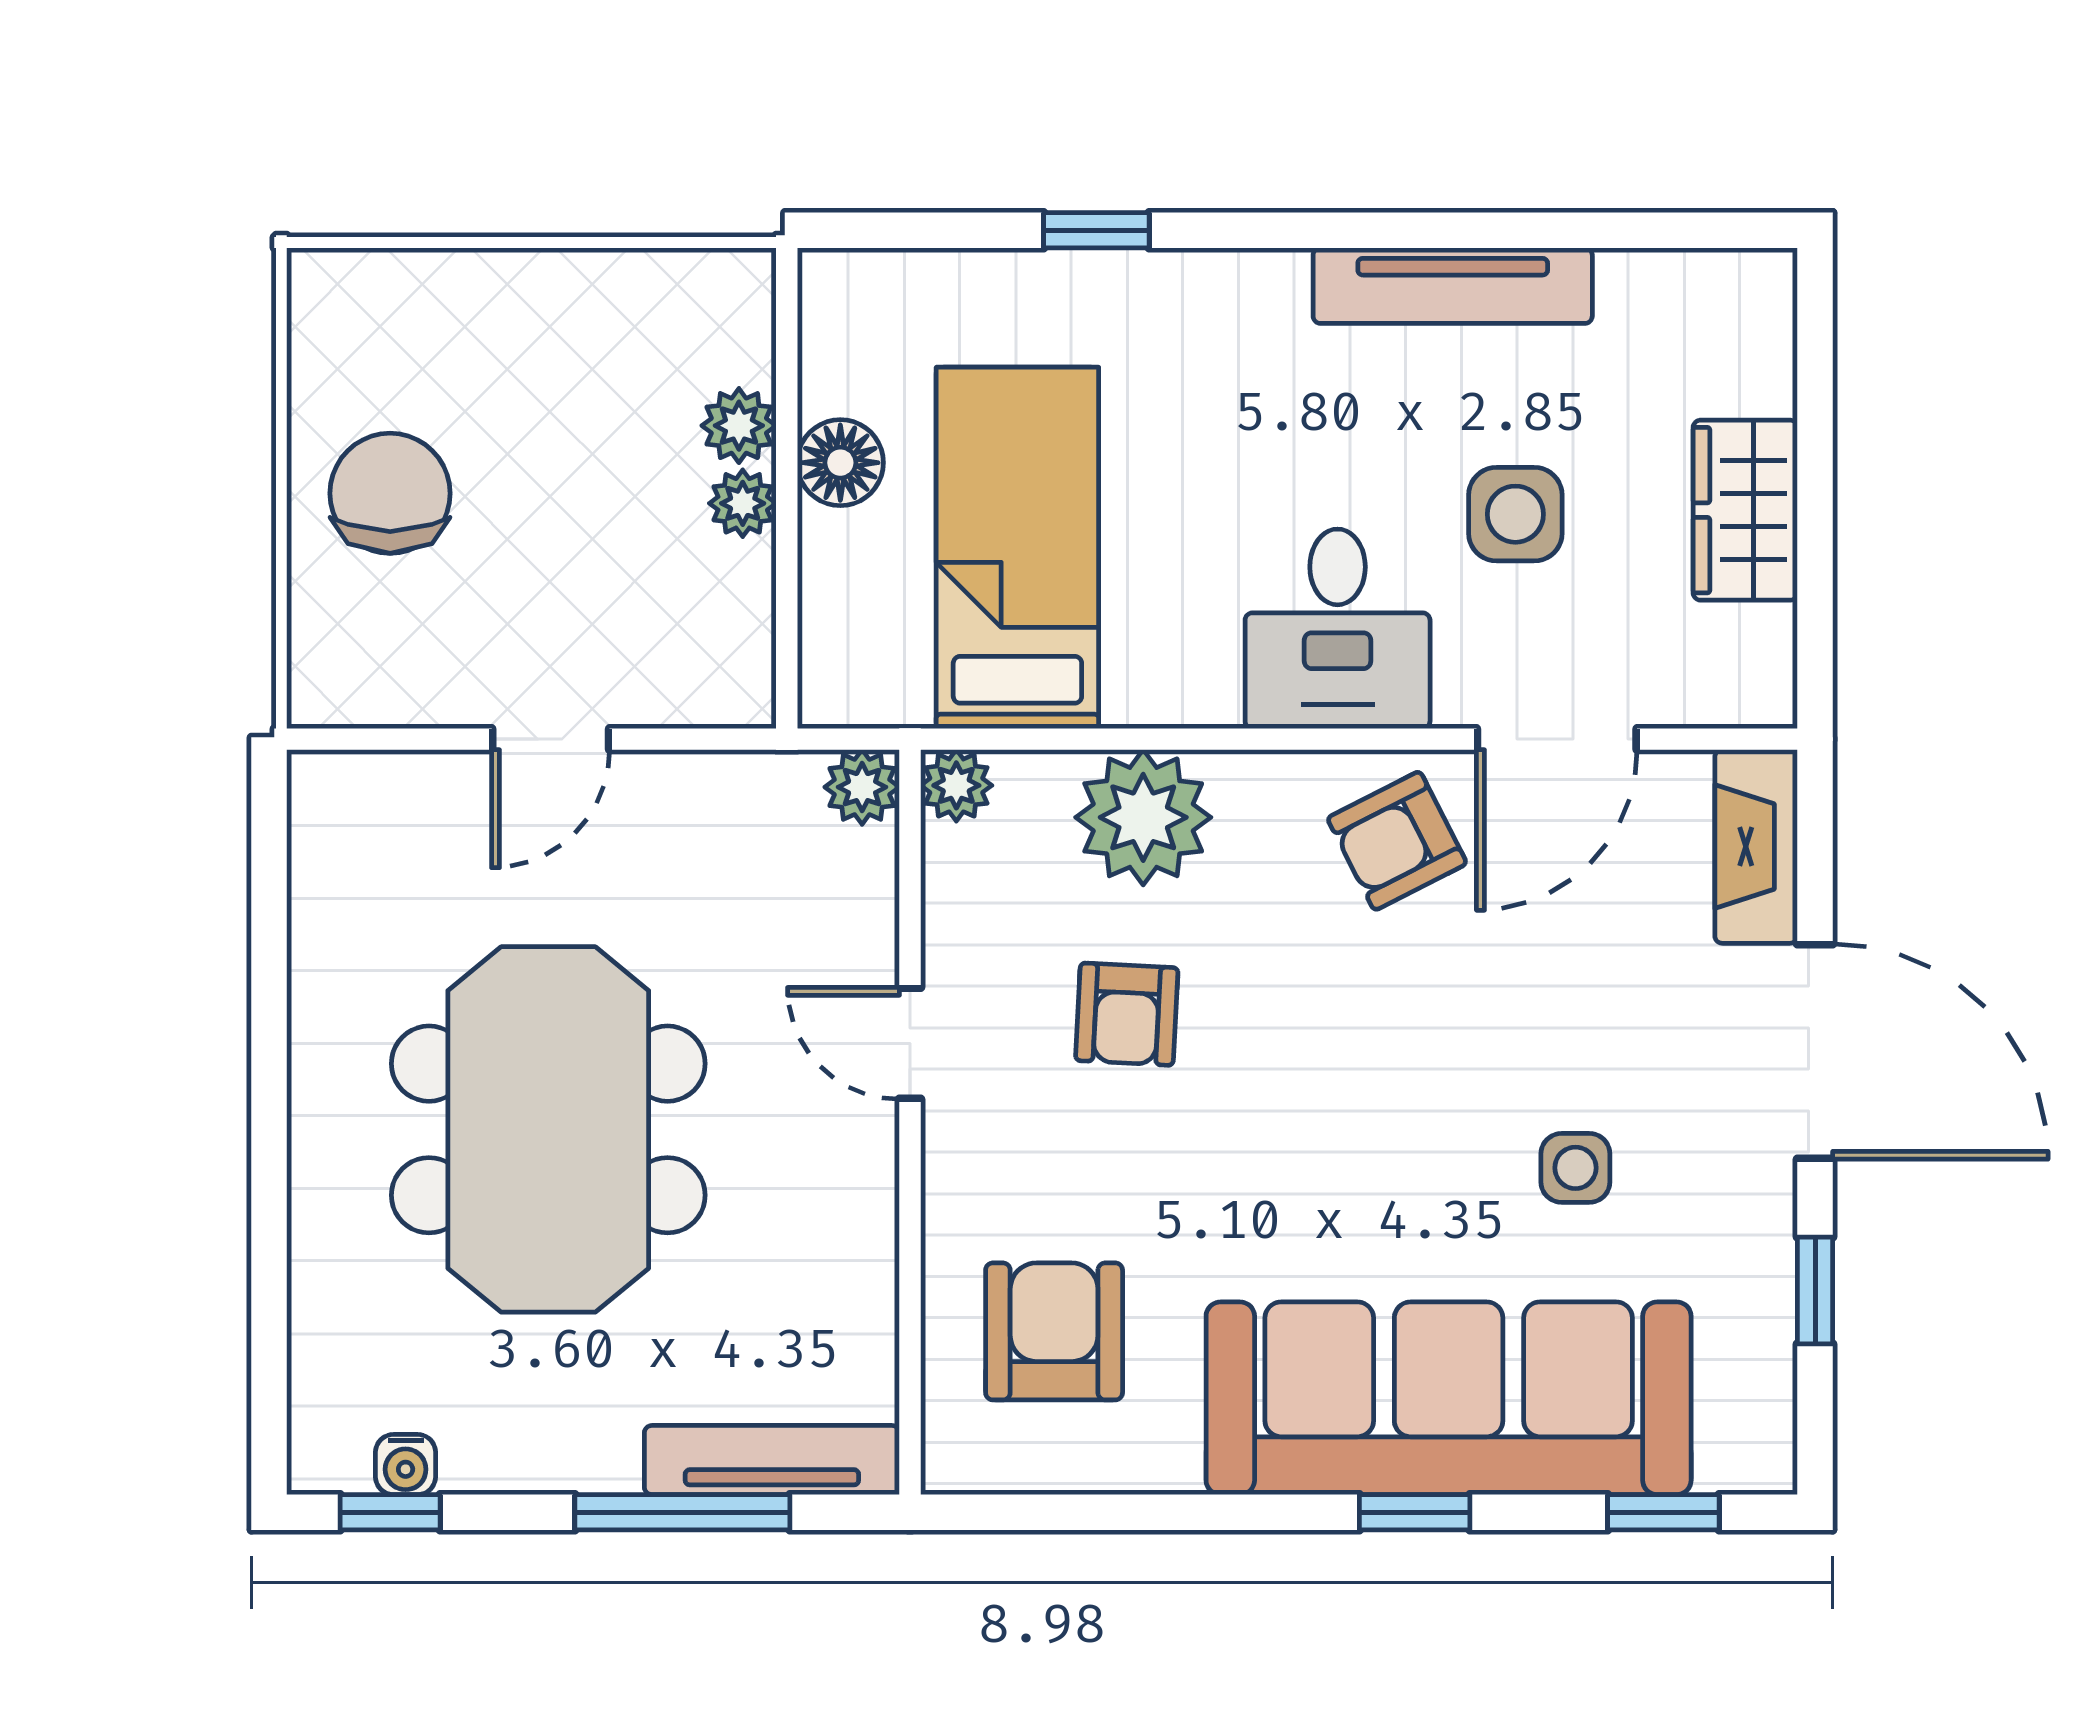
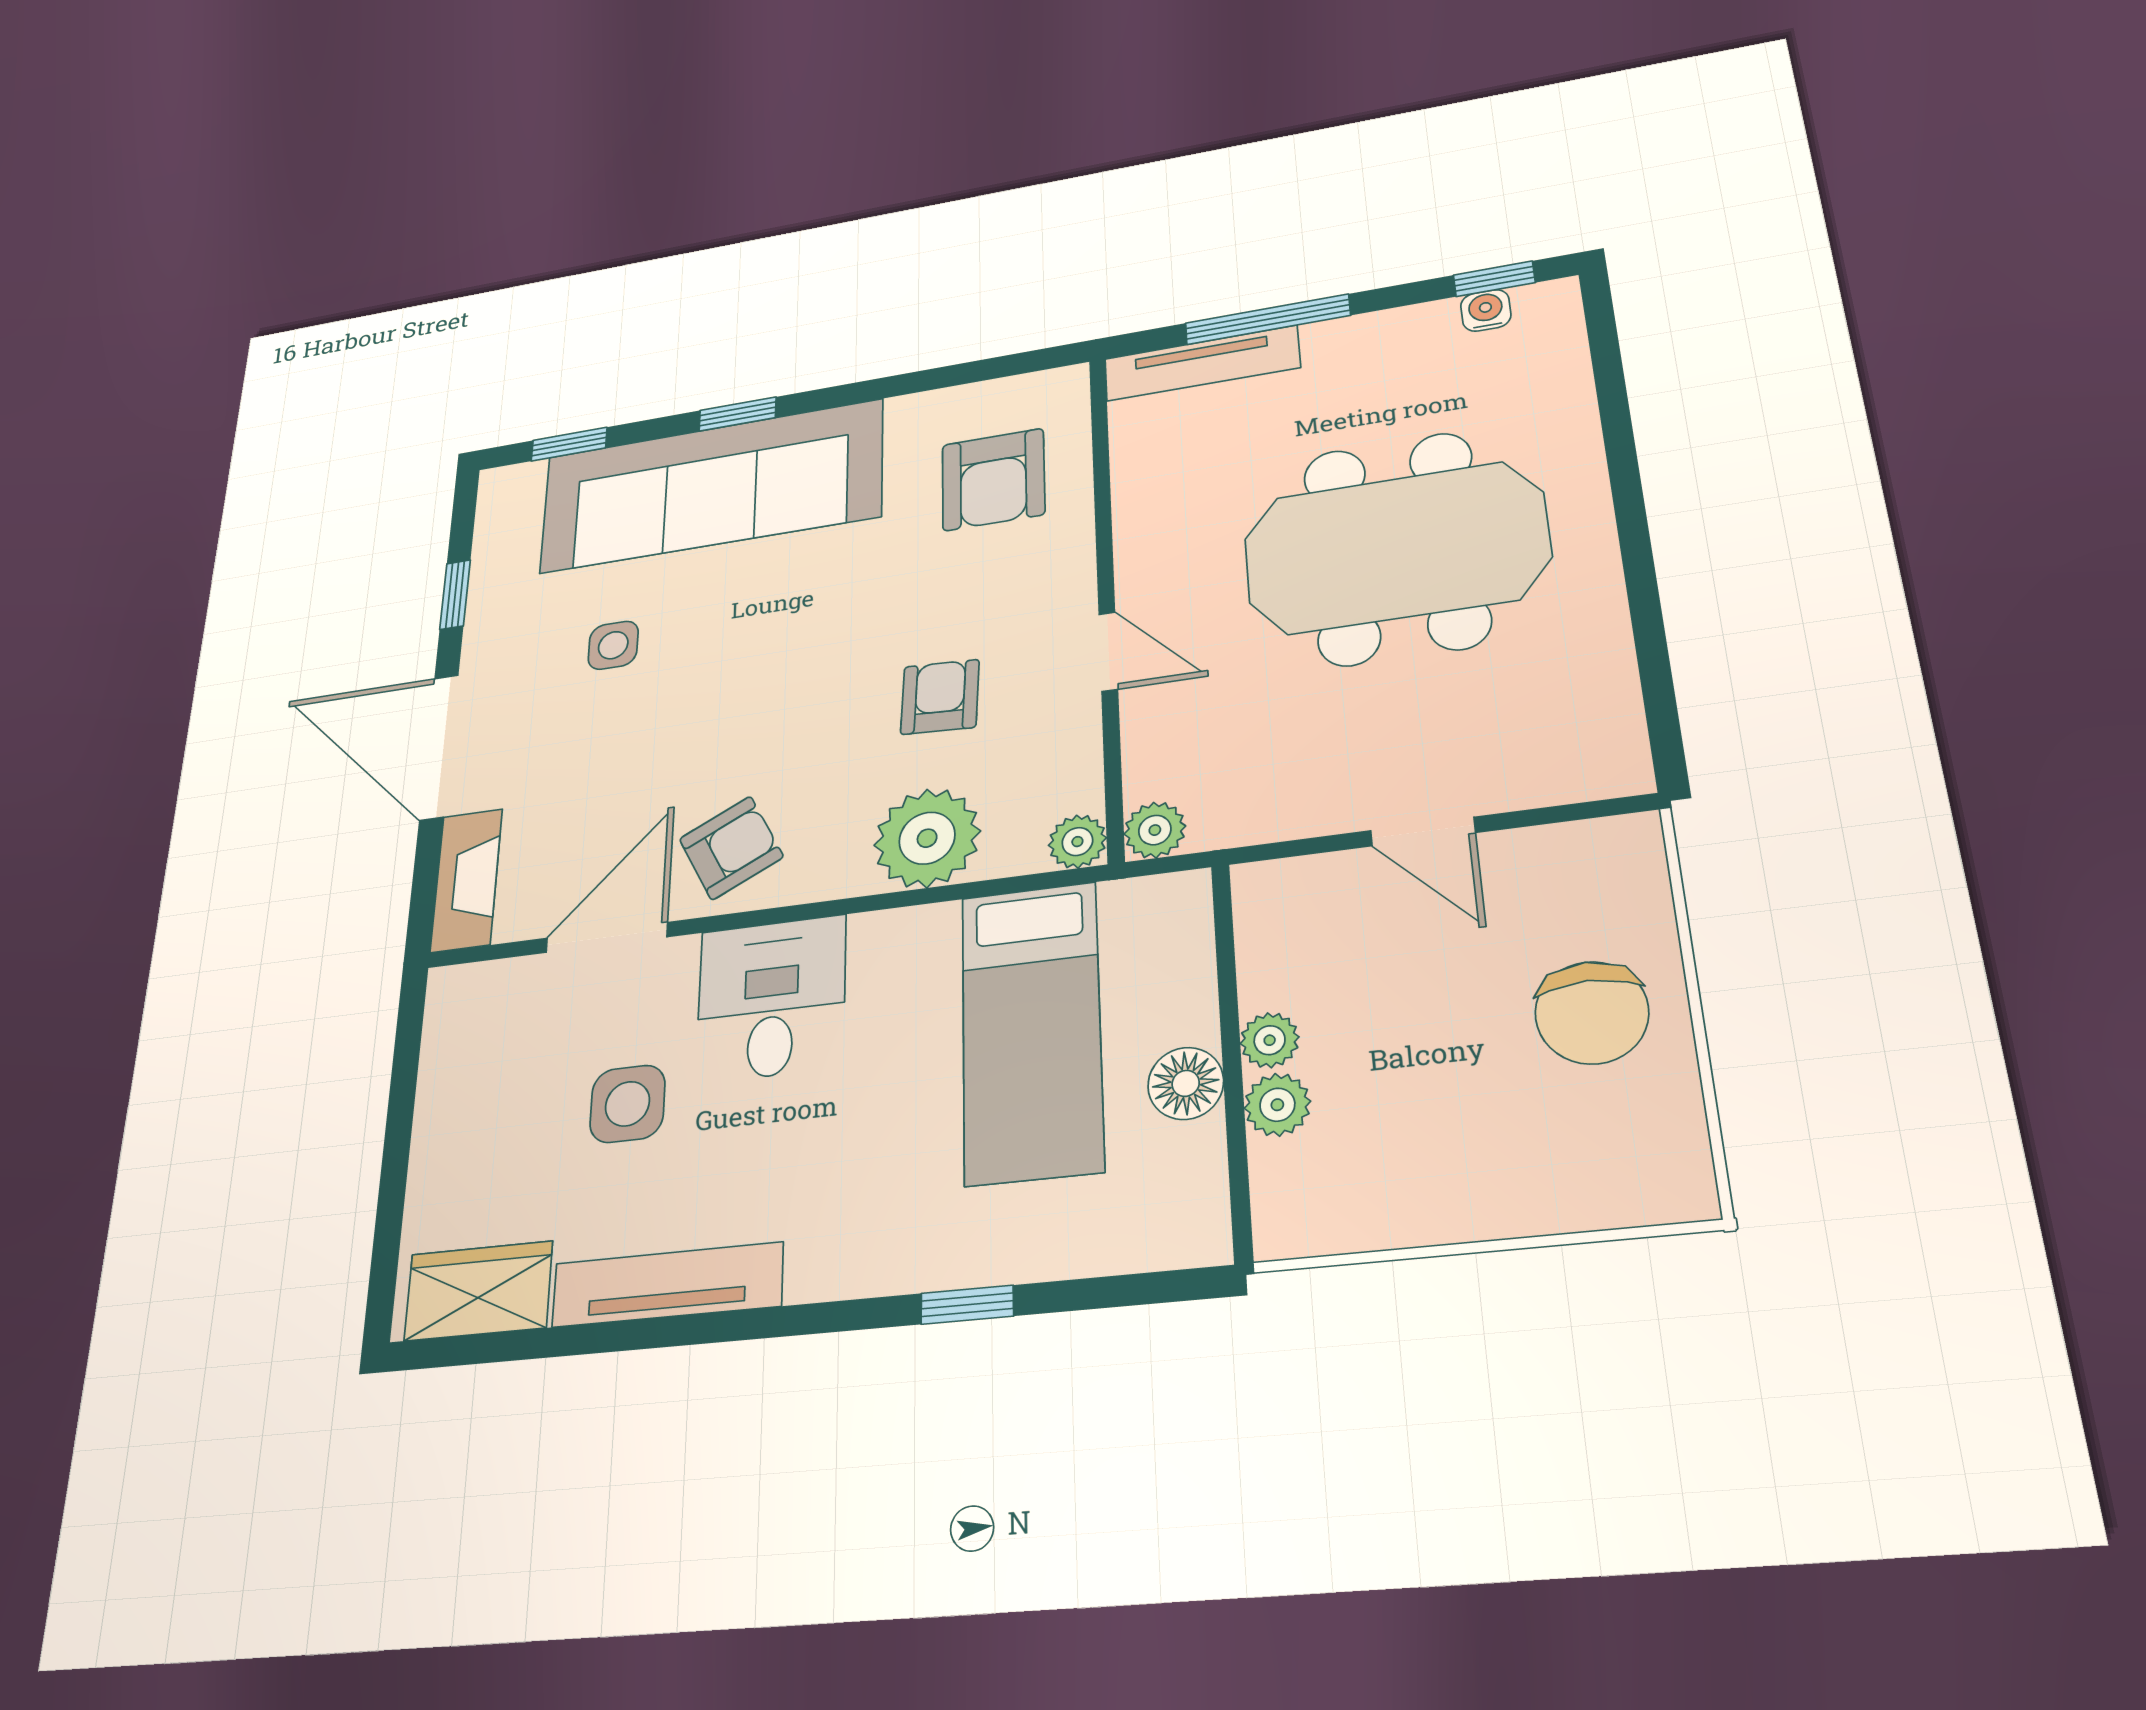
wardrobe: (1745, 510) -> (478, 1291), moved, turned -90
door: (551, 739) -> (1423, 832), swing flipped
meeting table: (548, 1129) -> (1396, 548), turned 90

